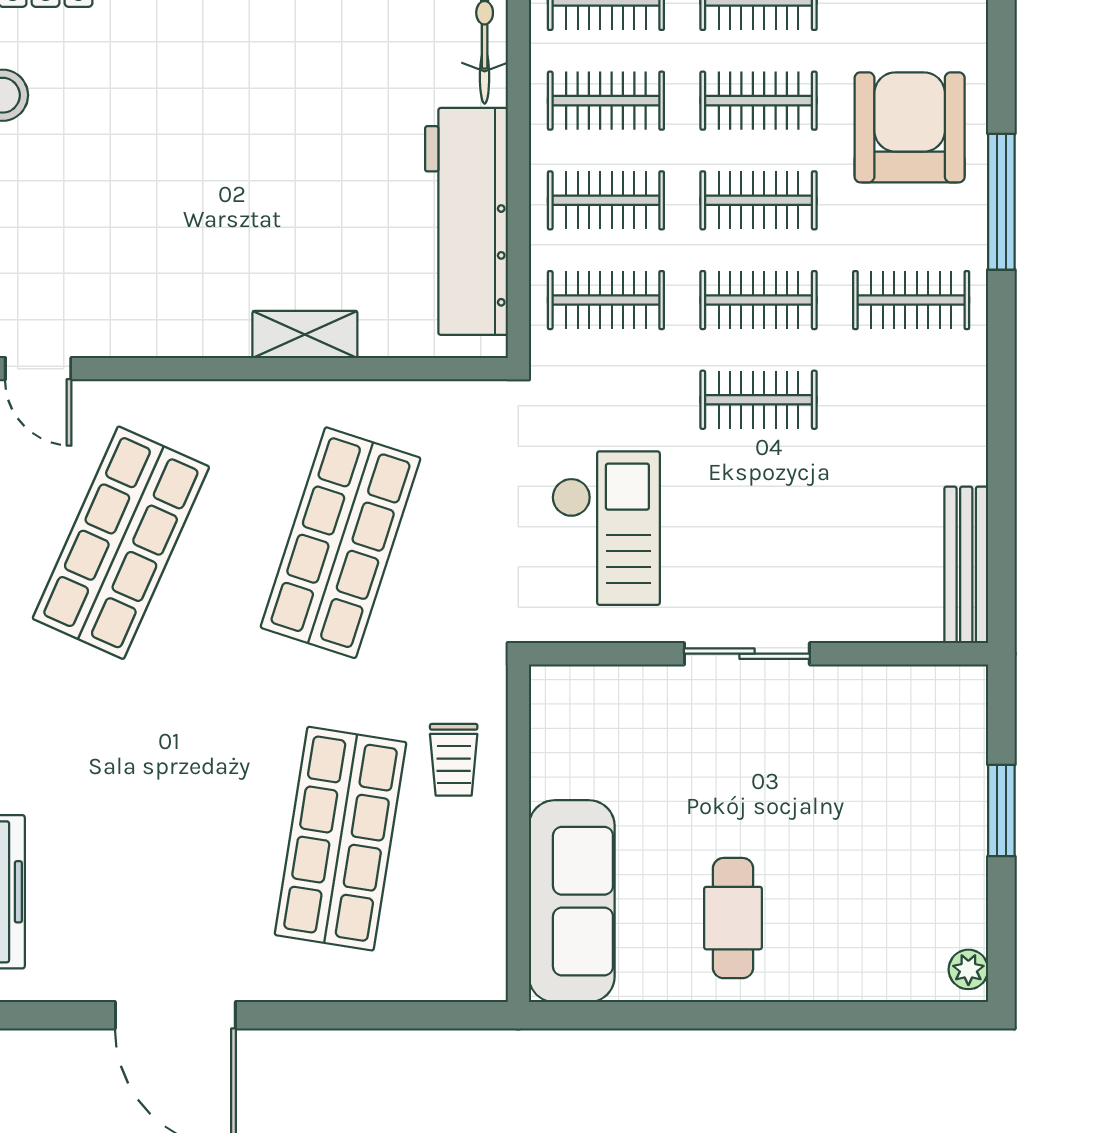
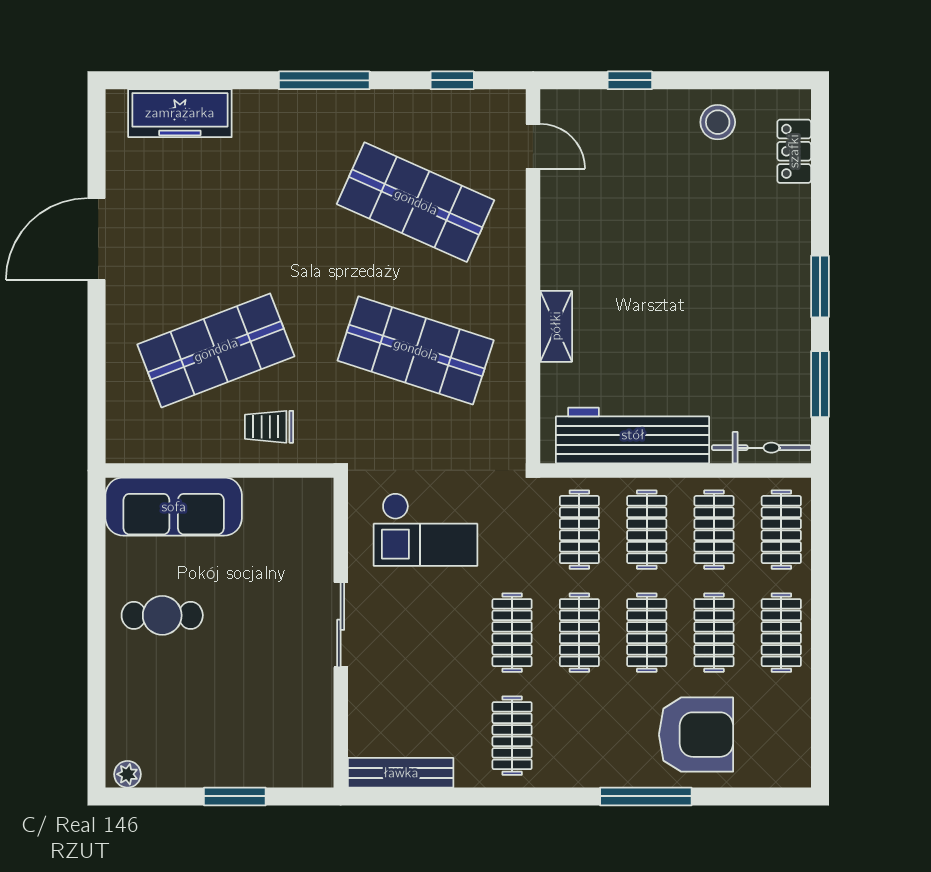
clothes rail: (911, 300) -> (512, 736), moved
door: (38, 369) -> (533, 146), swing flipped
shop shelf: (341, 839) -> (216, 350), turned -30

